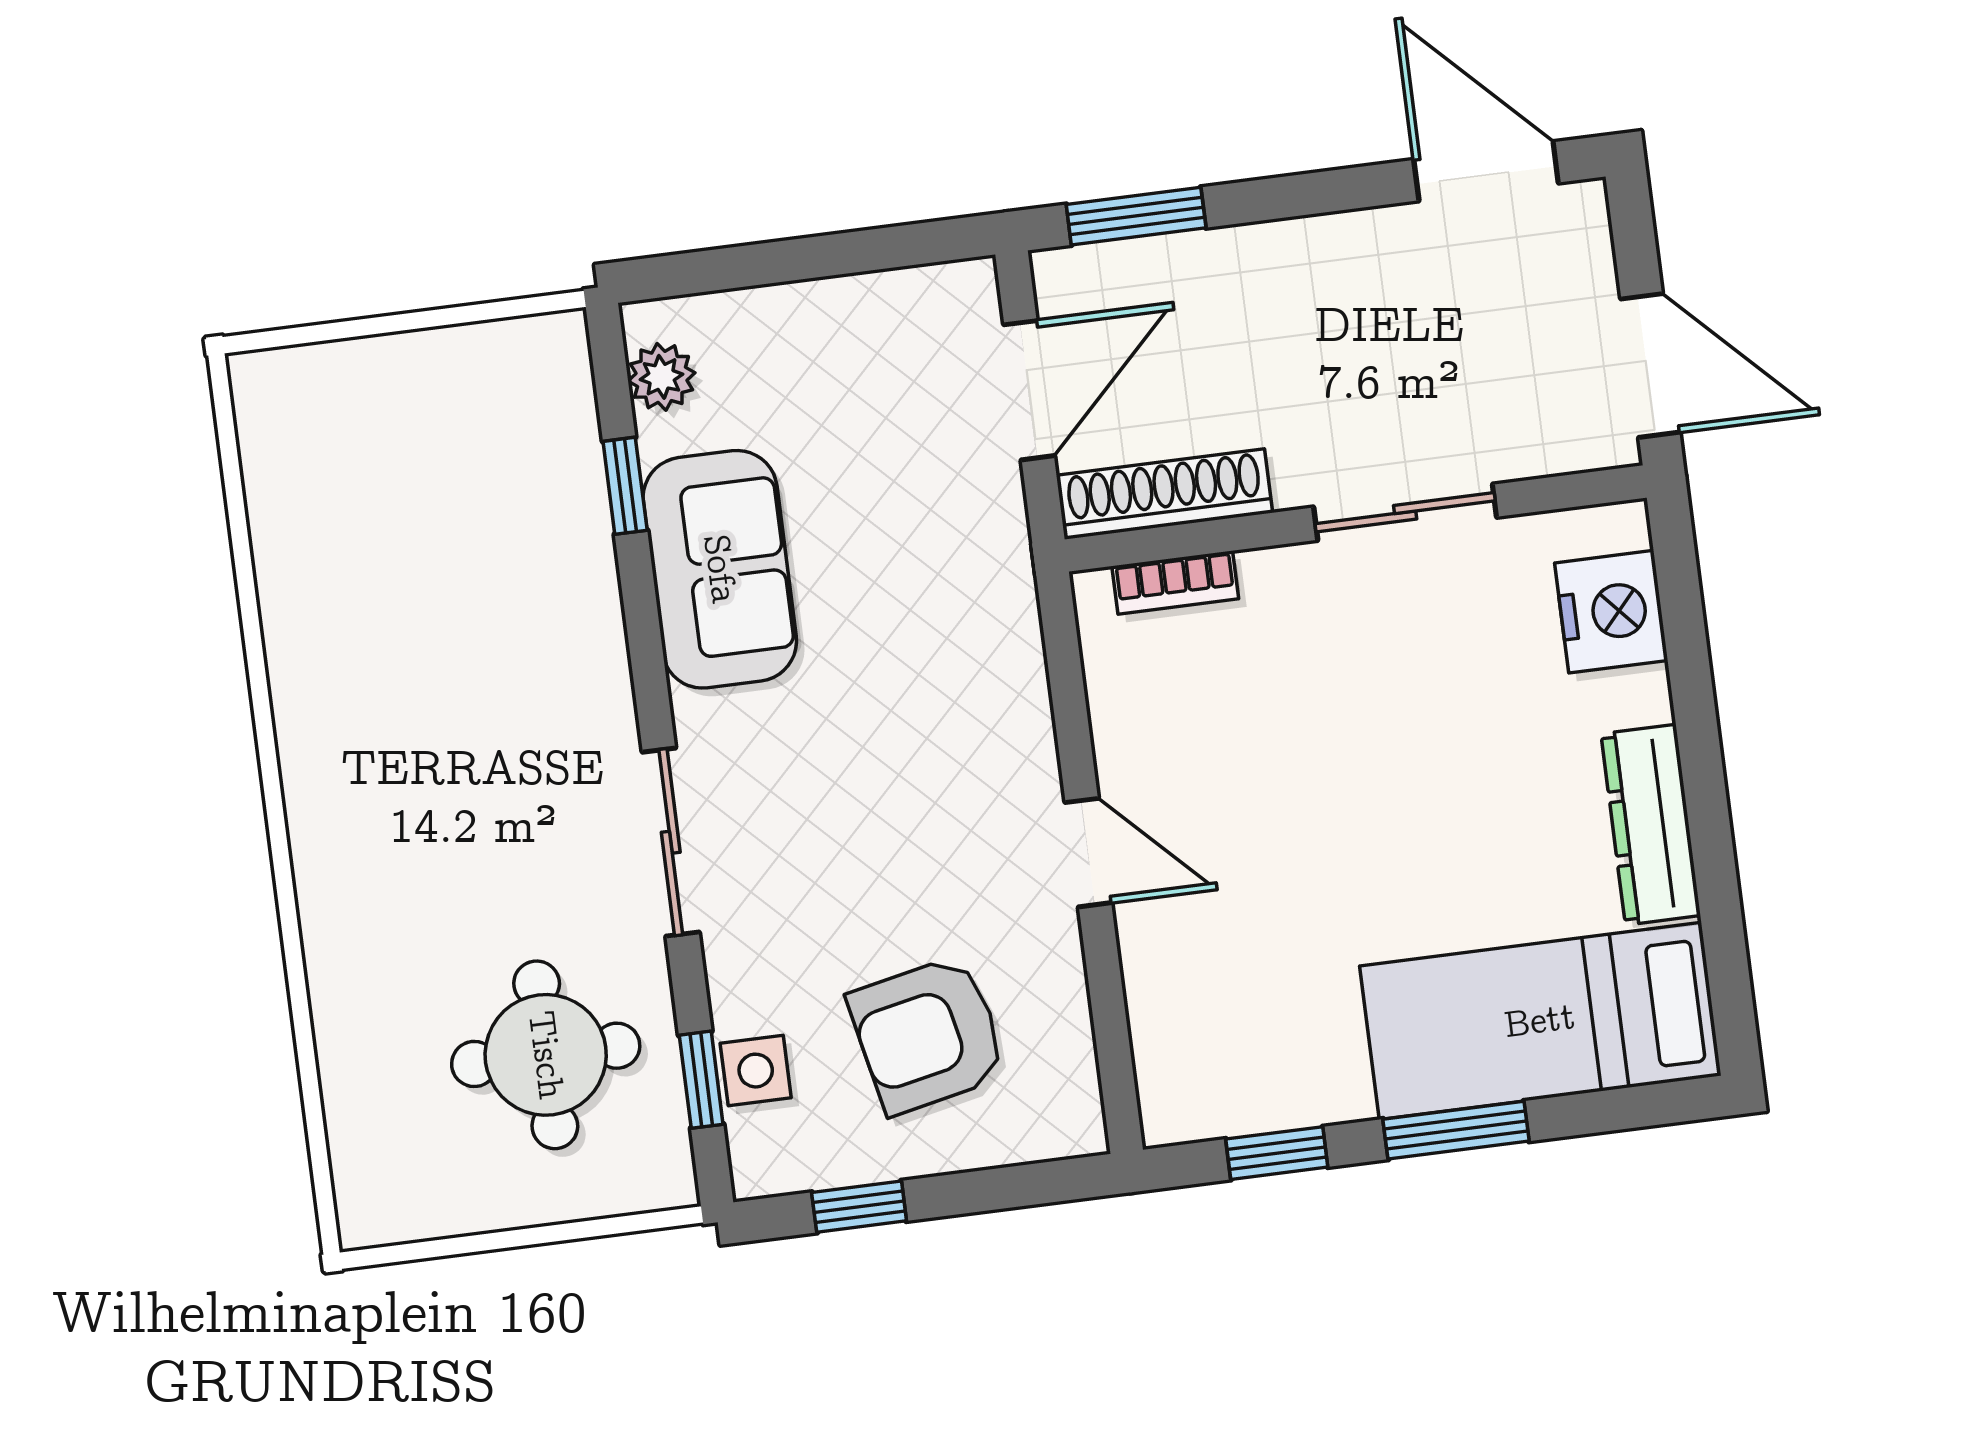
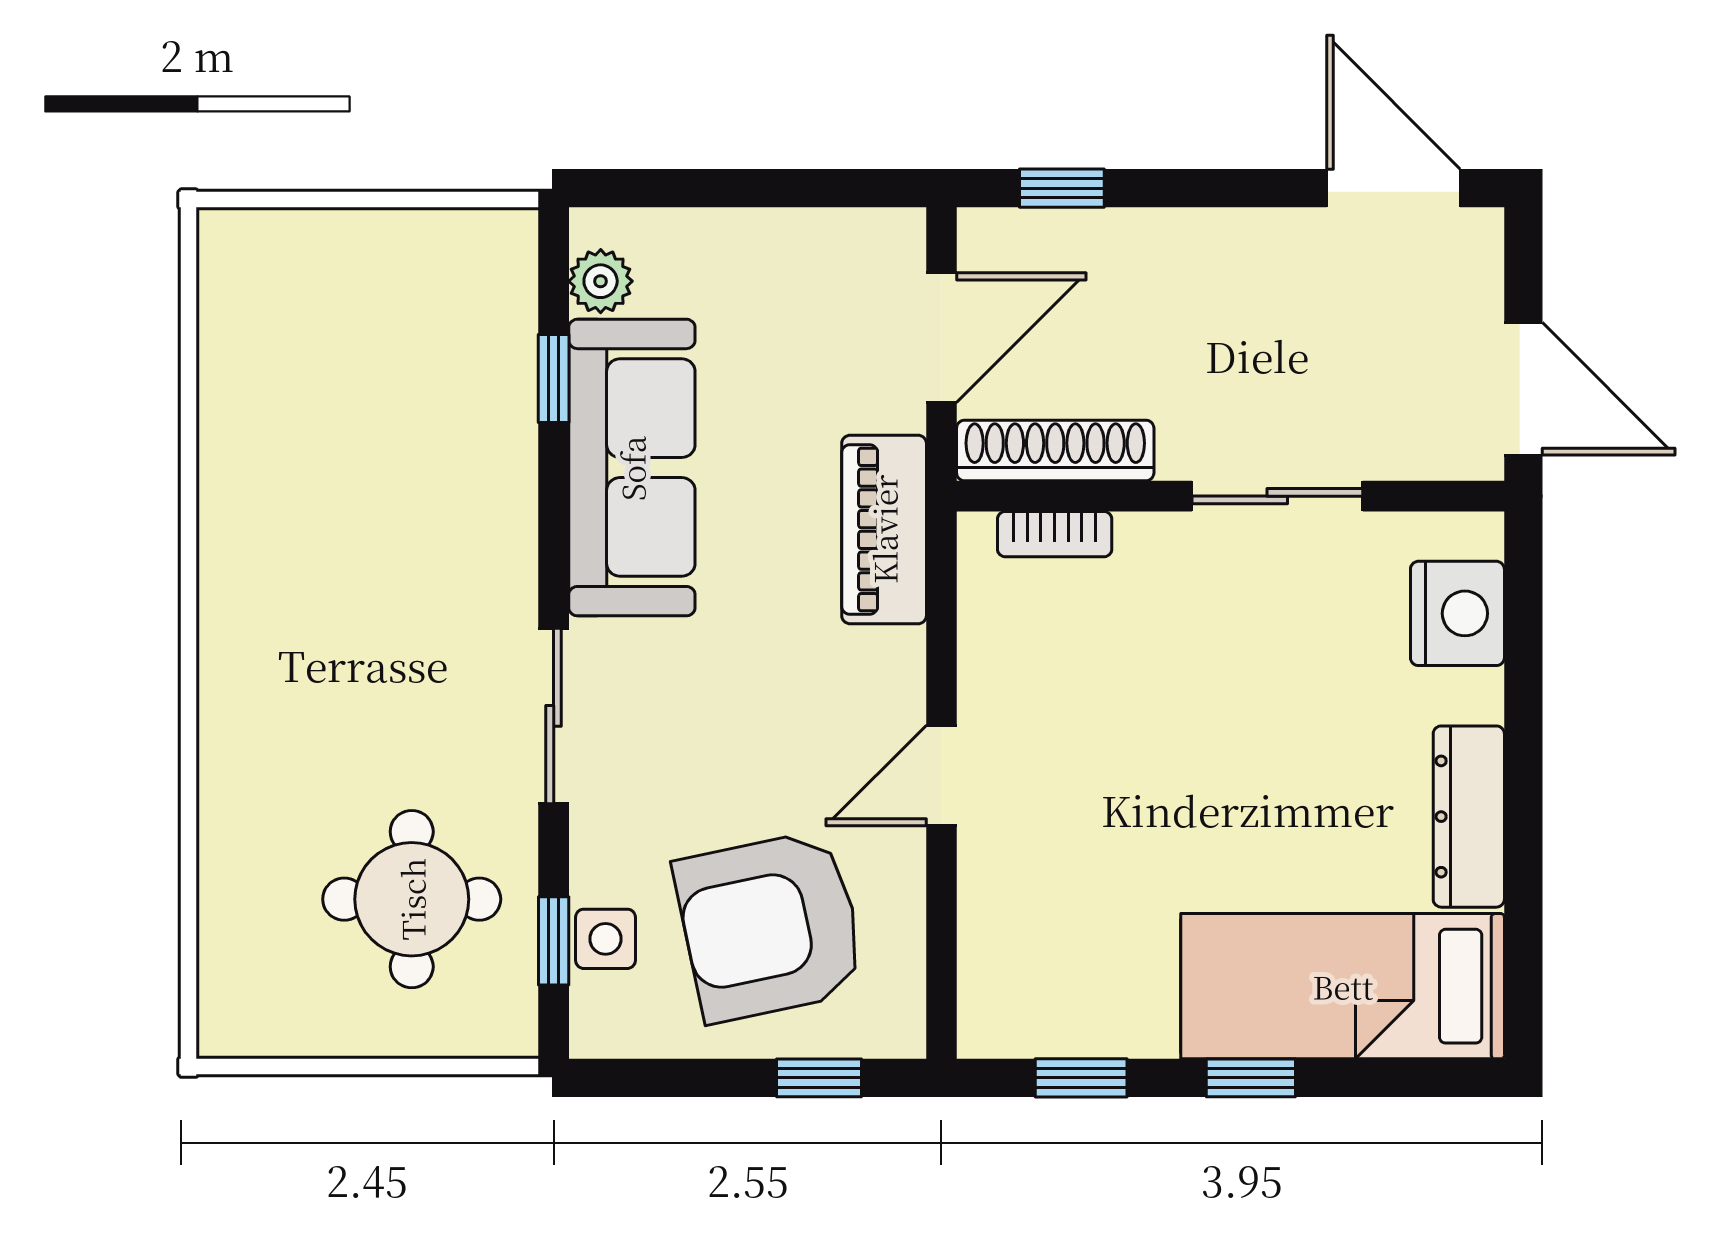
window: (1136, 216) -> (1062, 188), width x0.67
sofa: (720, 569) -> (632, 468), width x1.36
piano: (994, 601) -> (884, 529), added
door: (1088, 853) -> (941, 775), swing flipped
armchair: (928, 1035) -> (770, 926), width x1.36, depth x1.36
window: (1456, 1130) -> (1251, 1078), width x0.67
window: (859, 1207) -> (819, 1078), moved

